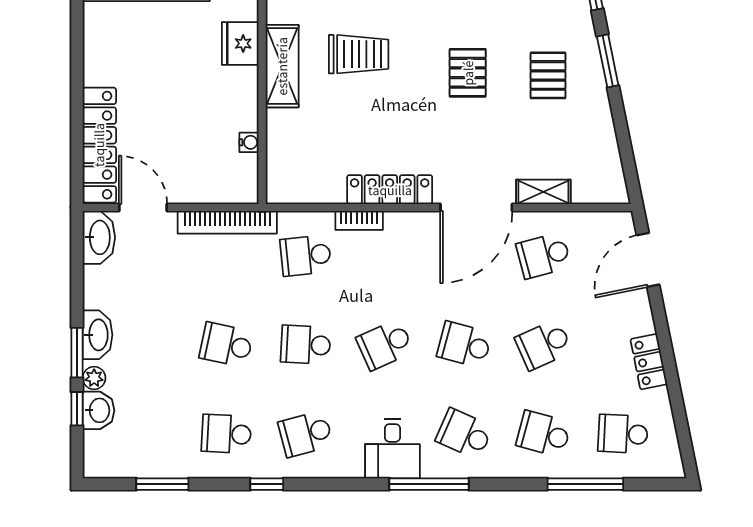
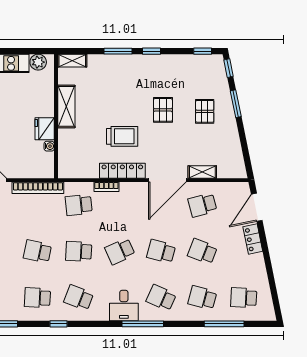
fridge: (240, 43) -> (45, 129), moved
trolley: (359, 54) -> (122, 136), moved
school desk: (544, 345) -> (202, 251), turned 45
locker: (649, 362) -> (253, 239), moved
school desk: (306, 434) -> (79, 298), turned 36

